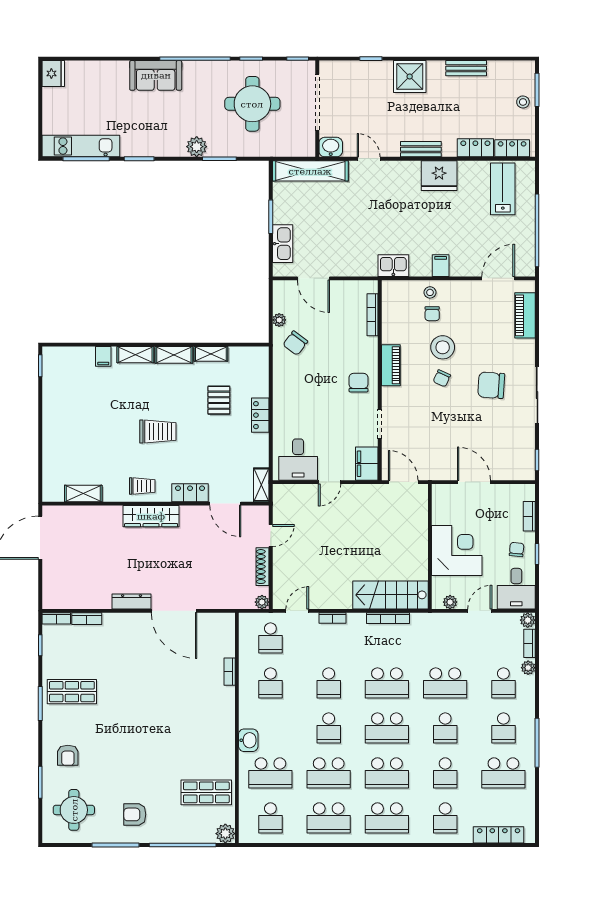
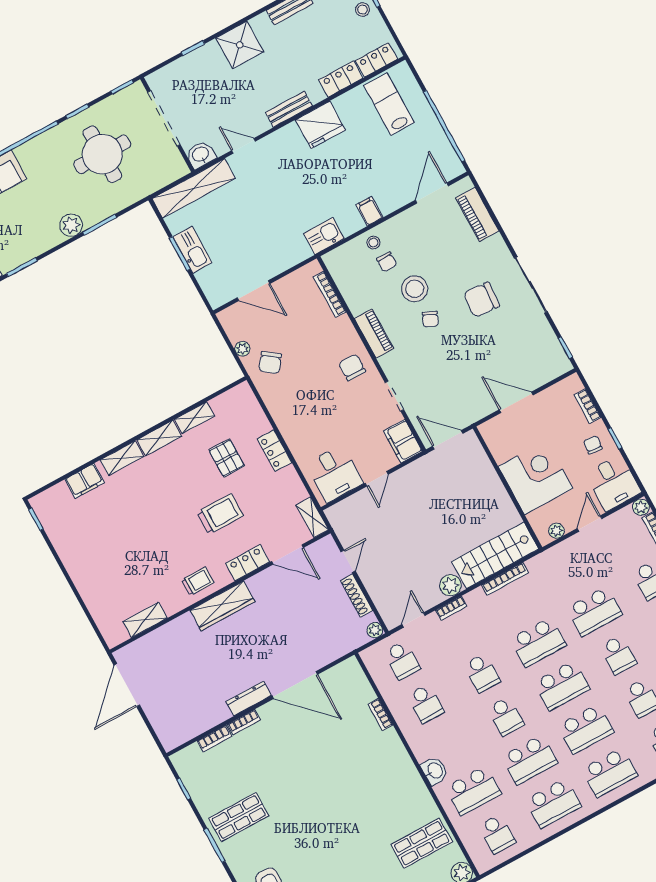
kitchen sink: (283, 244) -> (192, 250), moved
filing cabinet: (103, 356) -> (85, 481), width x2.00
trolley: (158, 432) -> (220, 514), moved
plant: (342, 599) -> (450, 585), added
bookcase: (56, 618) -> (244, 722), moved

